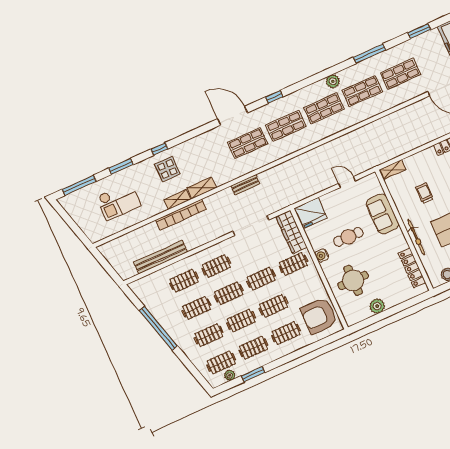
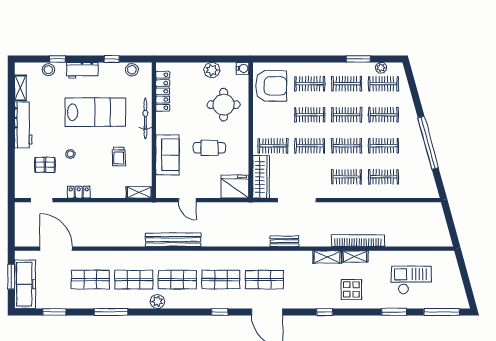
window: (159, 149) -> (325, 312), moved
water cooler: (322, 255) -> (243, 68), moved
bench: (161, 257) -> (173, 240), moved

